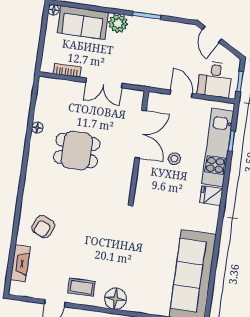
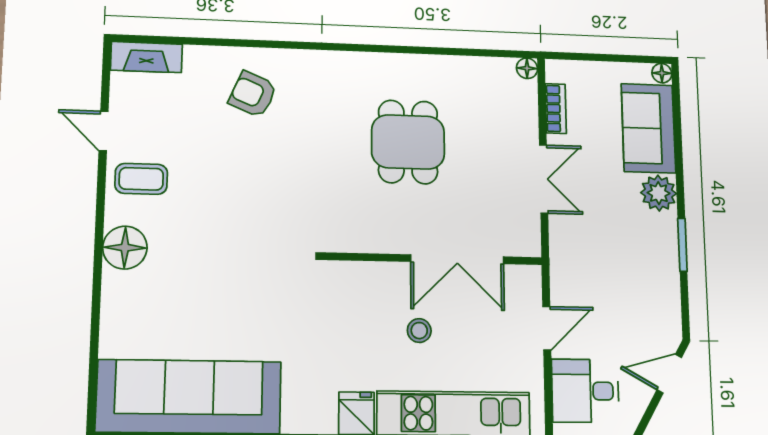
double door: (104, 83) -> (544, 179), swing flipped
floor lamp: (37, 128) -> (527, 68), moved
fireplace: (20, 263) -> (146, 57), moved
coffee table: (81, 287) -> (141, 179), turned 90

